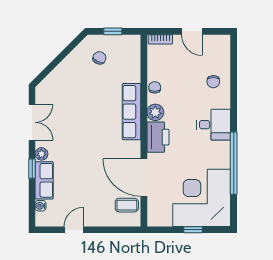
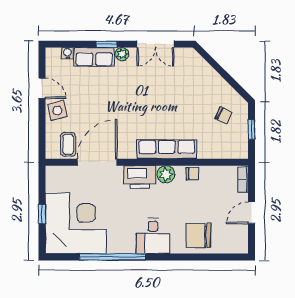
chair: (213, 82) -> (198, 236), width x1.87, depth x1.87
side table: (95, 215) -> (58, 110), added

